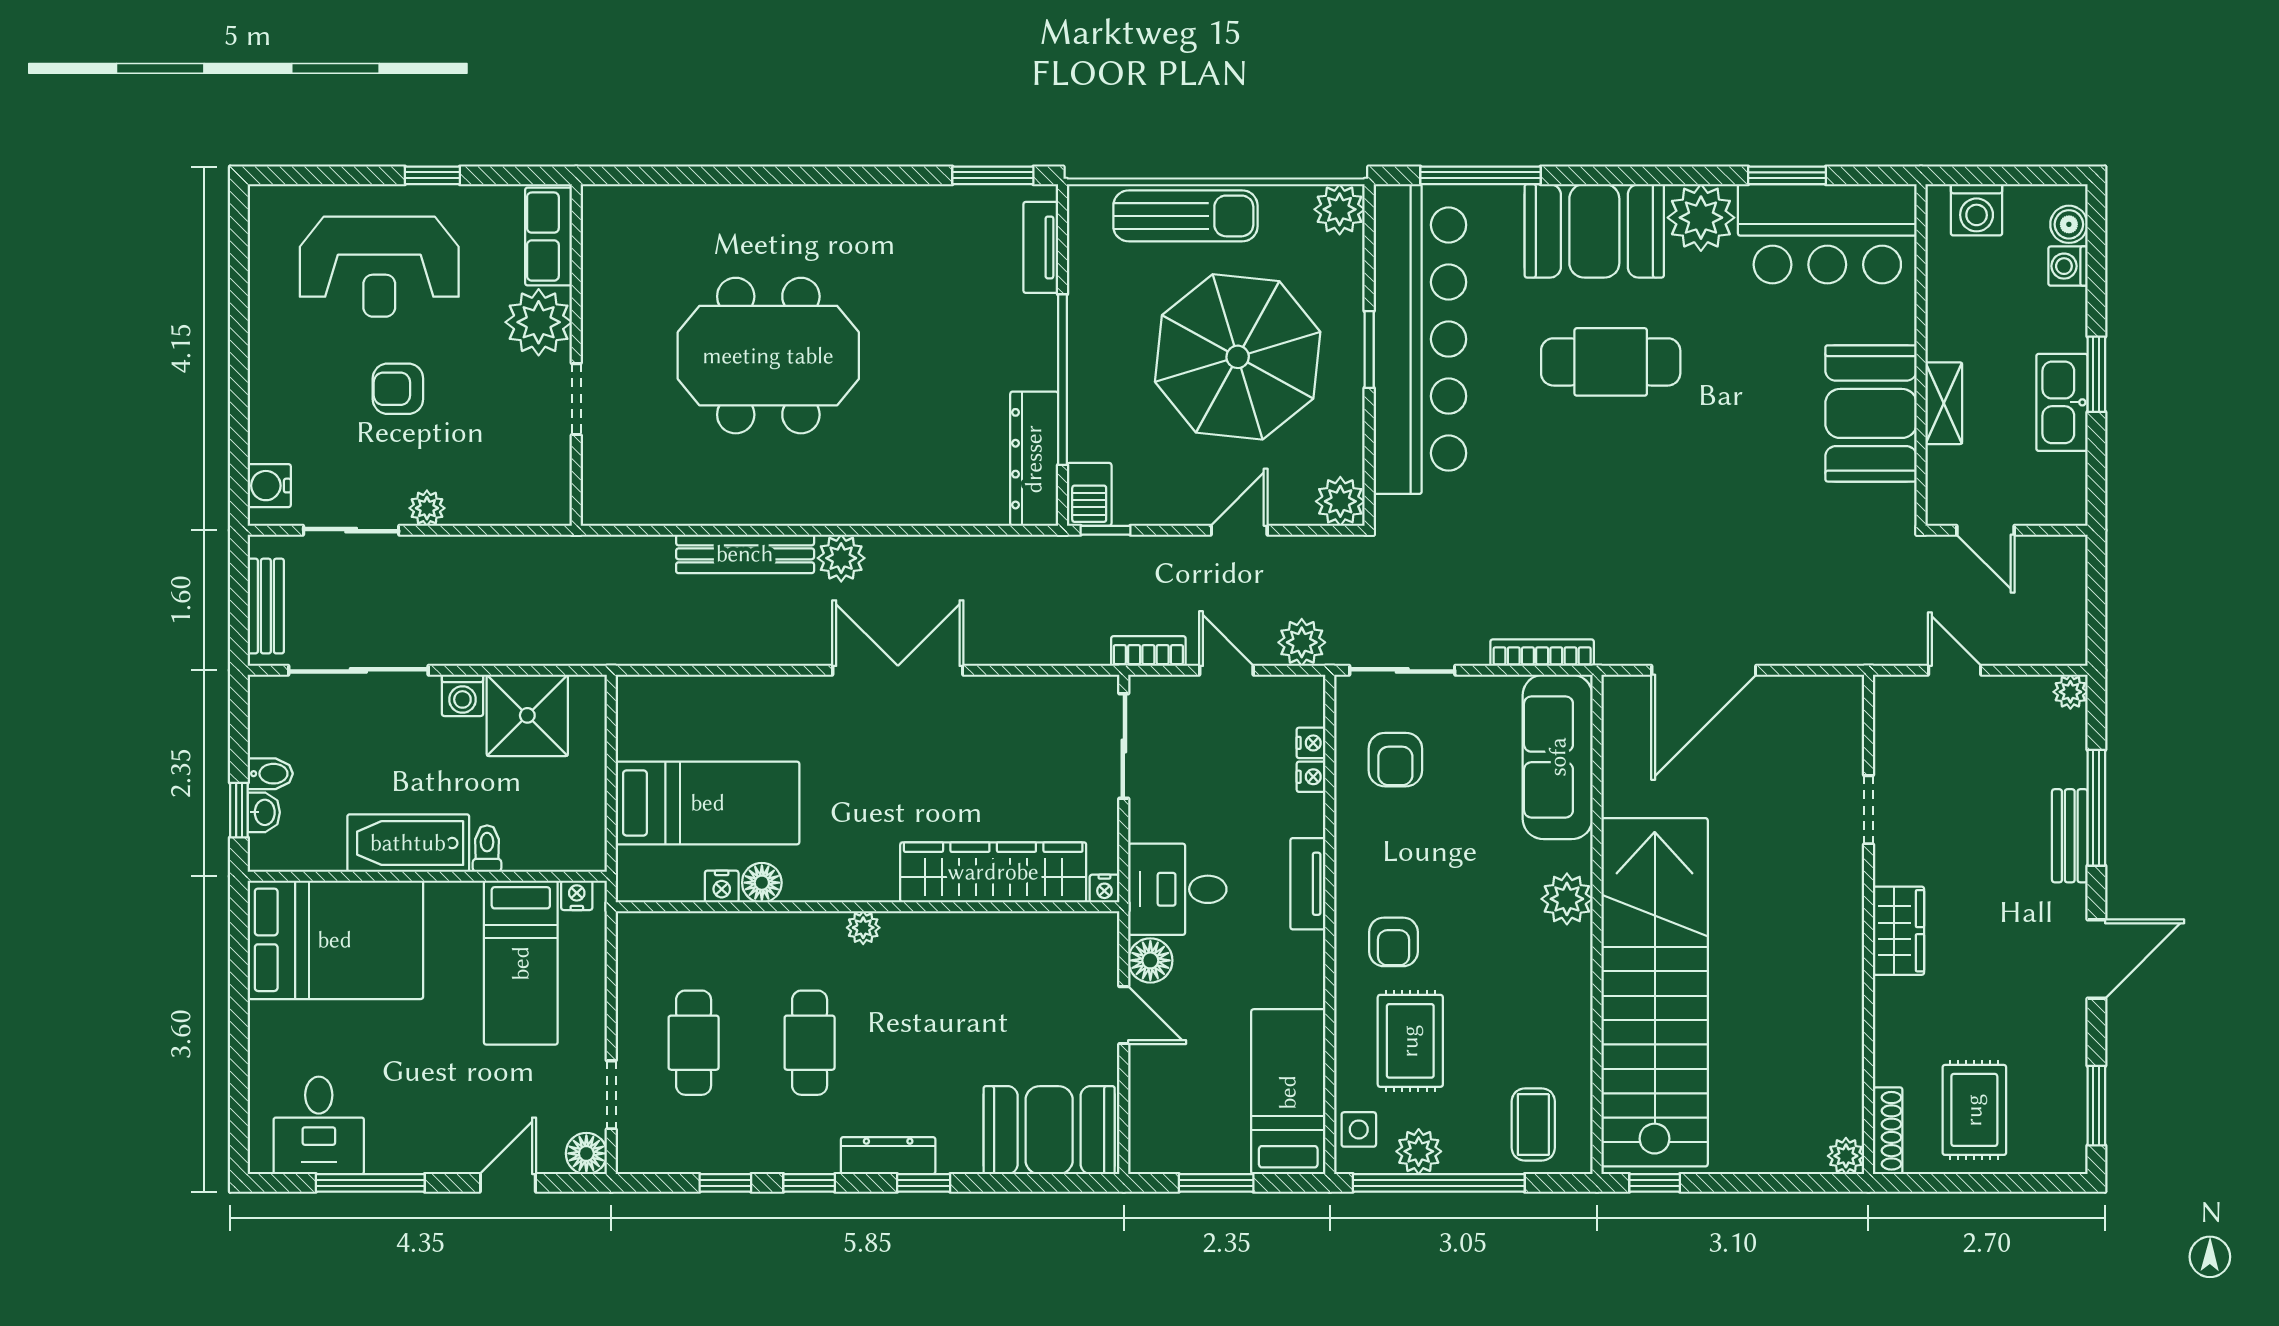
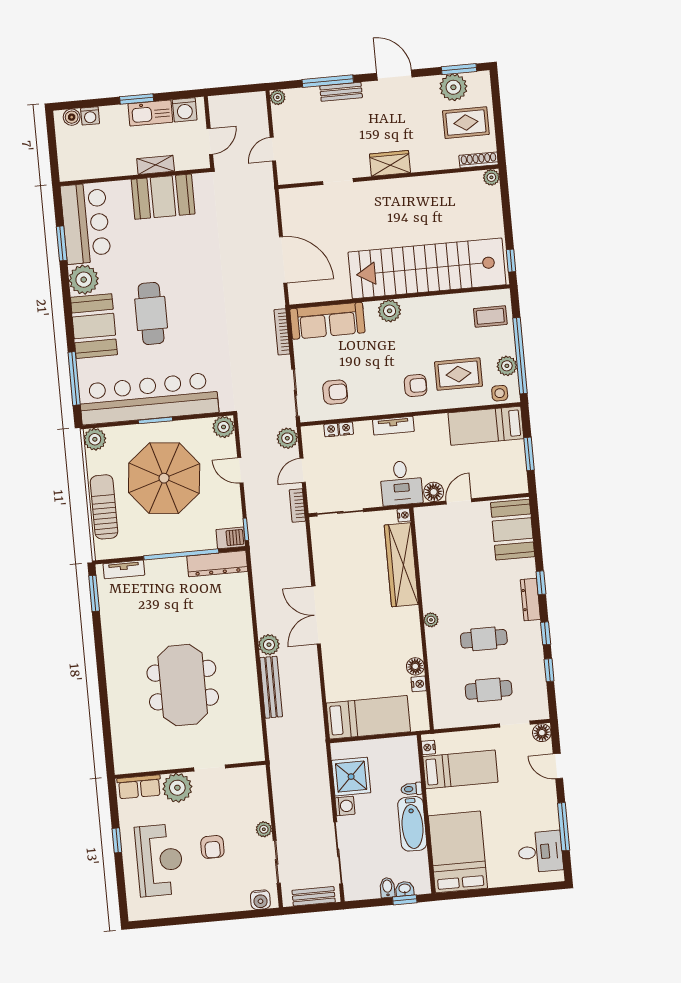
washing machine: (1977, 210) -> (185, 110), moved, turned 90
bed: (708, 803) -> (368, 717), moved, turned 90
plant: (2056, 1089) -> (453, 87), added

